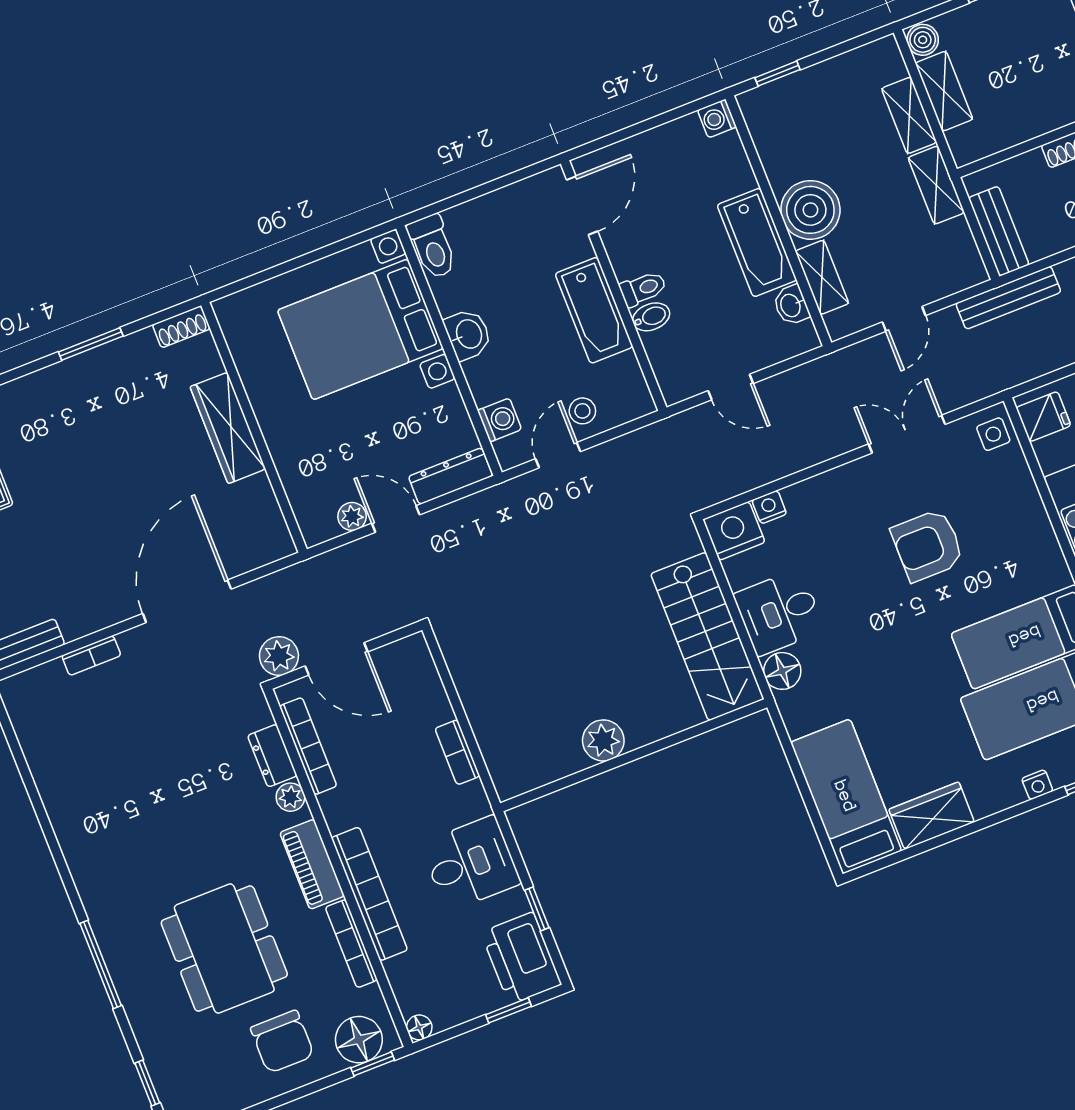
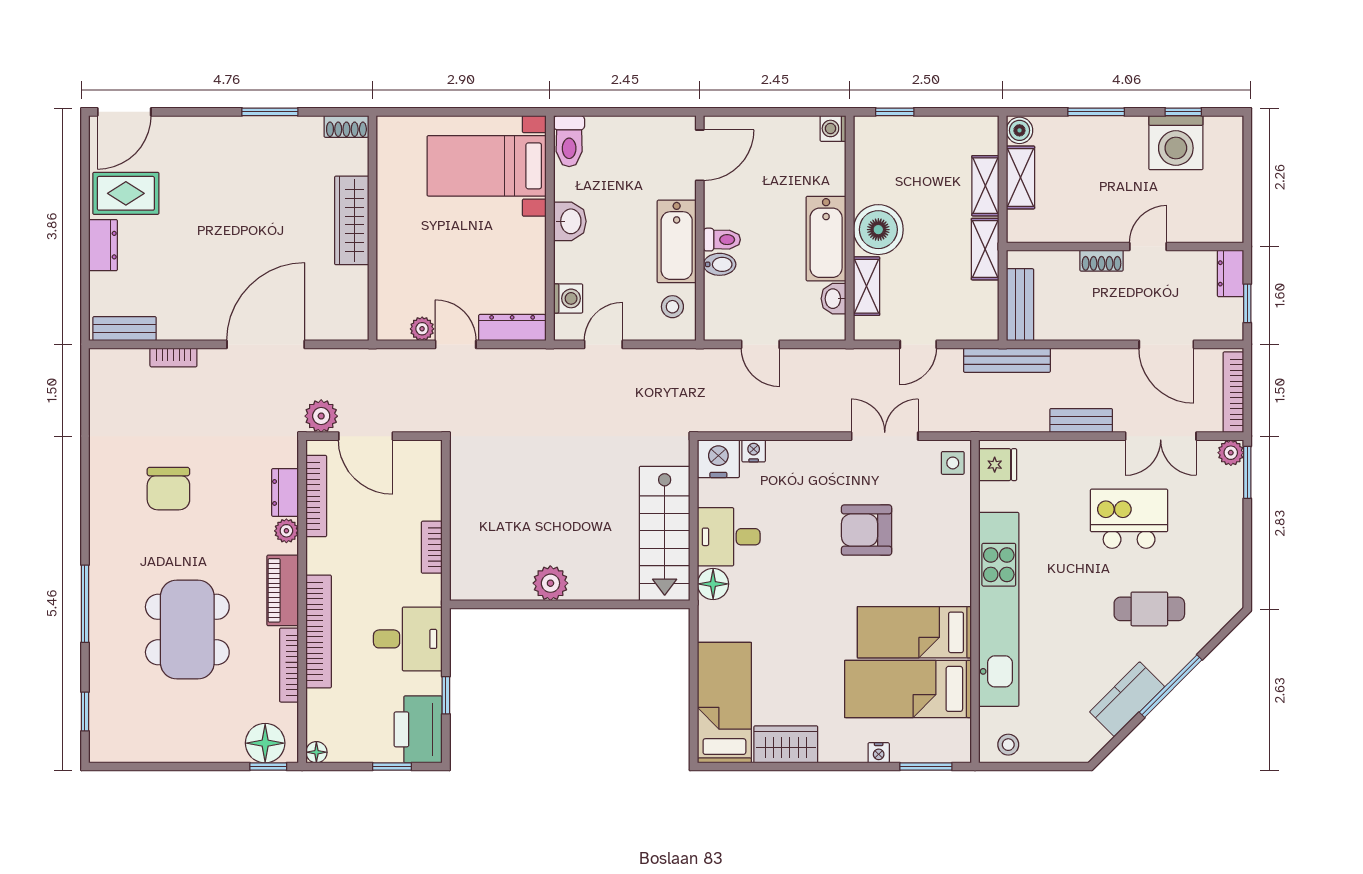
bed with nightstands: (360, 329) -> (487, 166), width x0.73
stool: (582, 411) -> (672, 307), moved
chair: (282, 1042) -> (168, 489), moved

